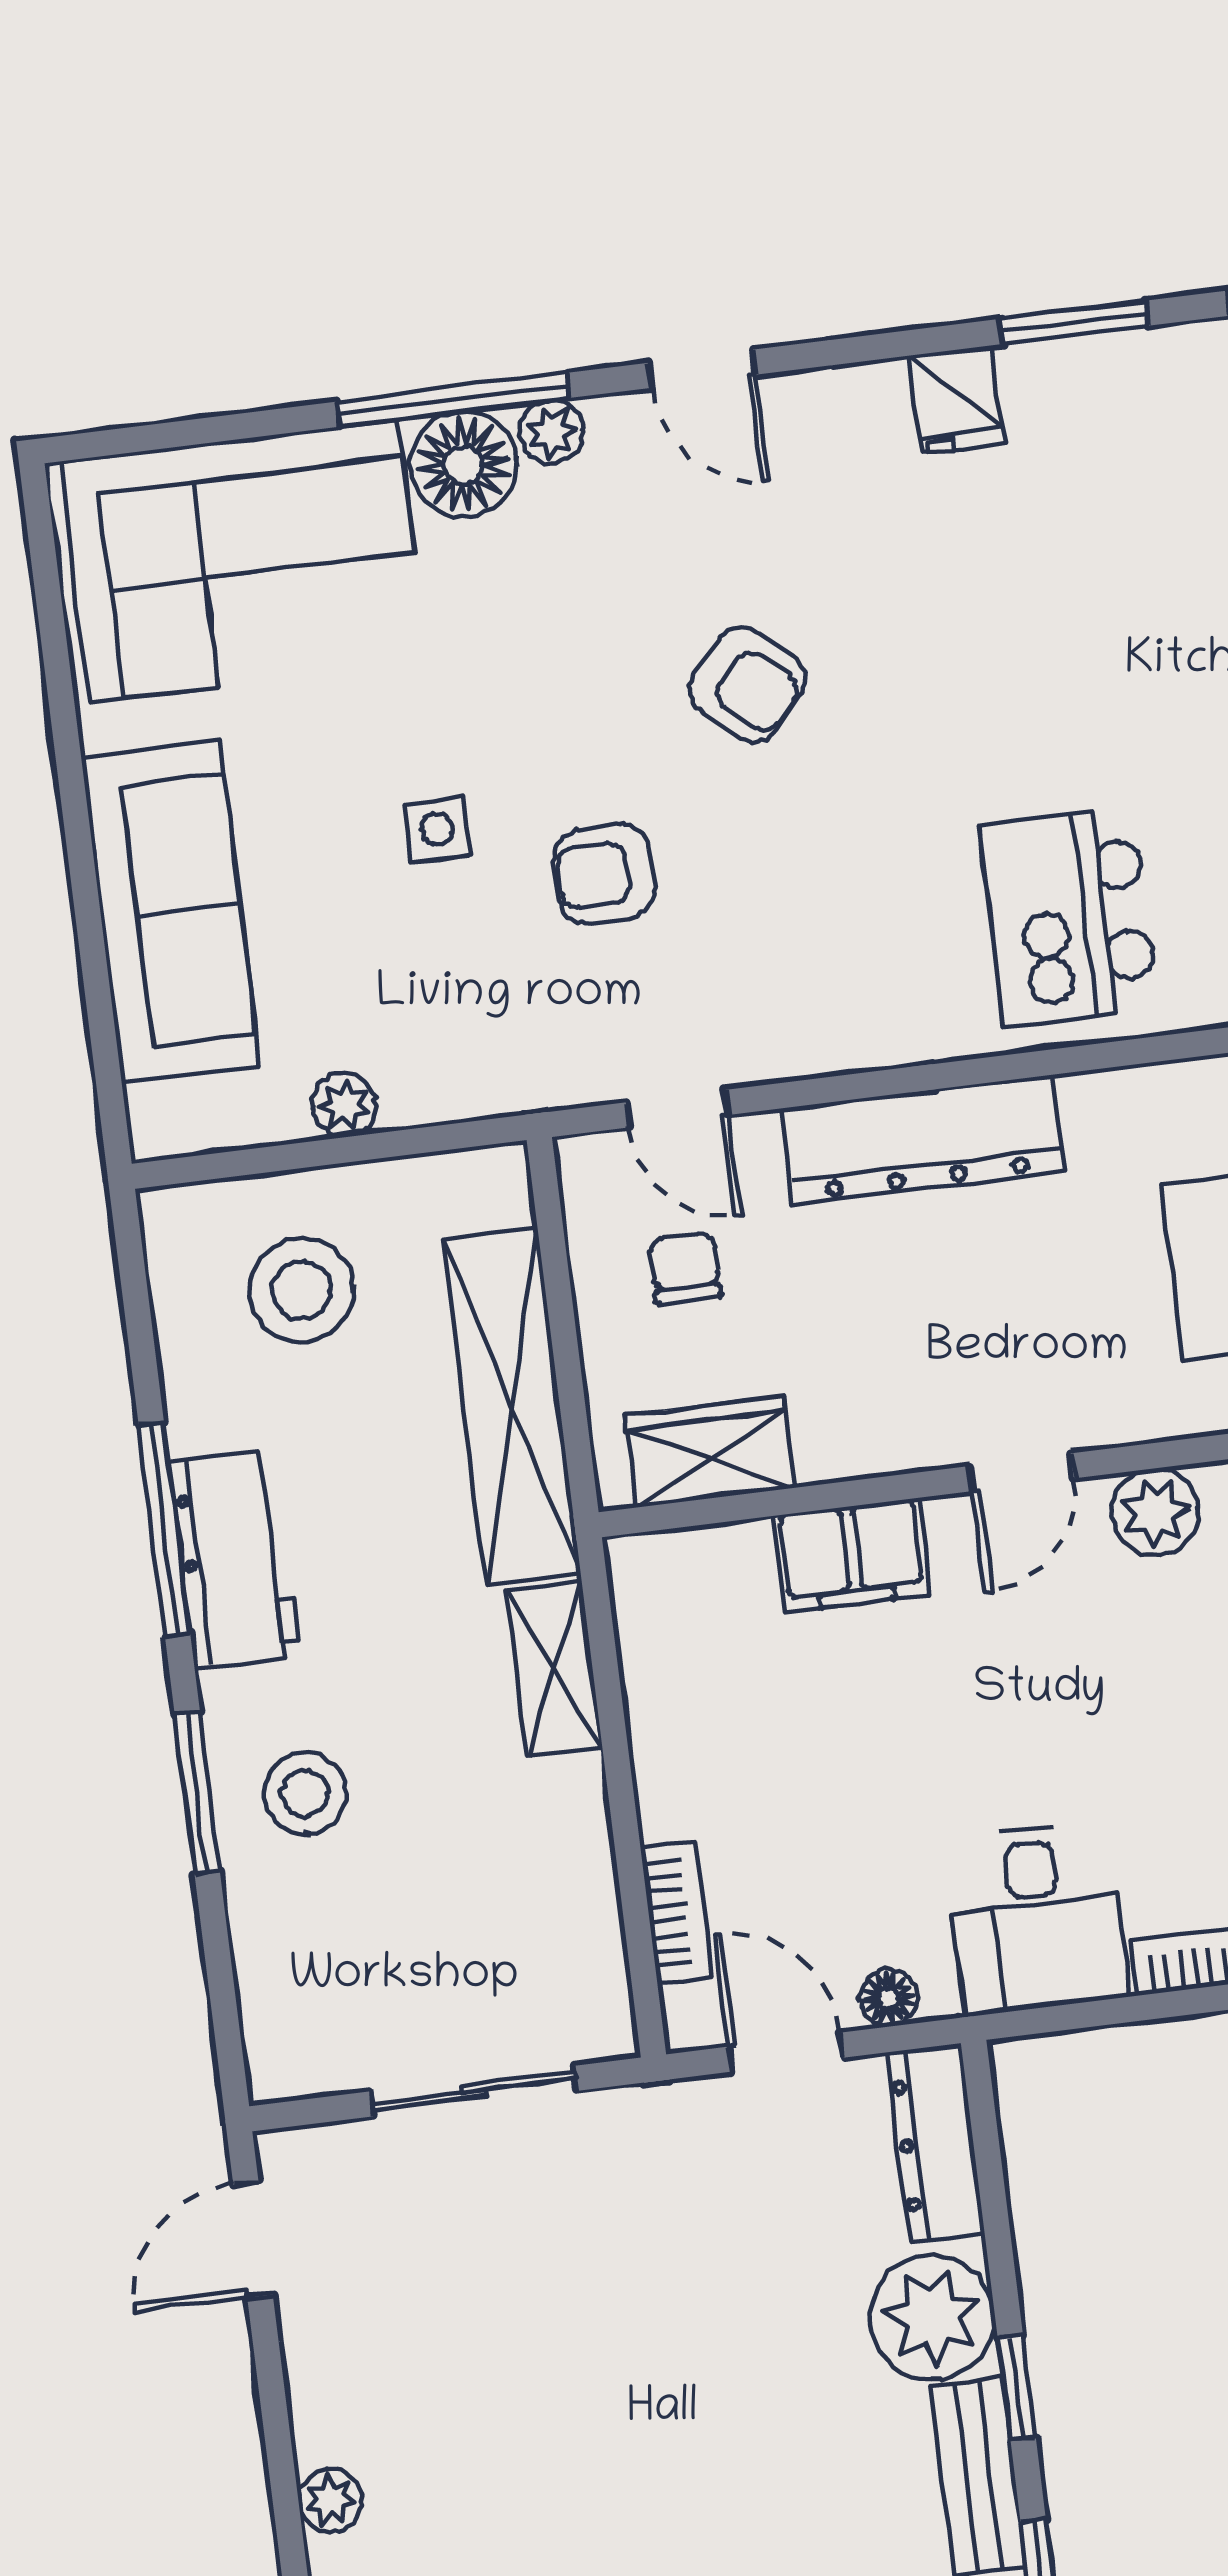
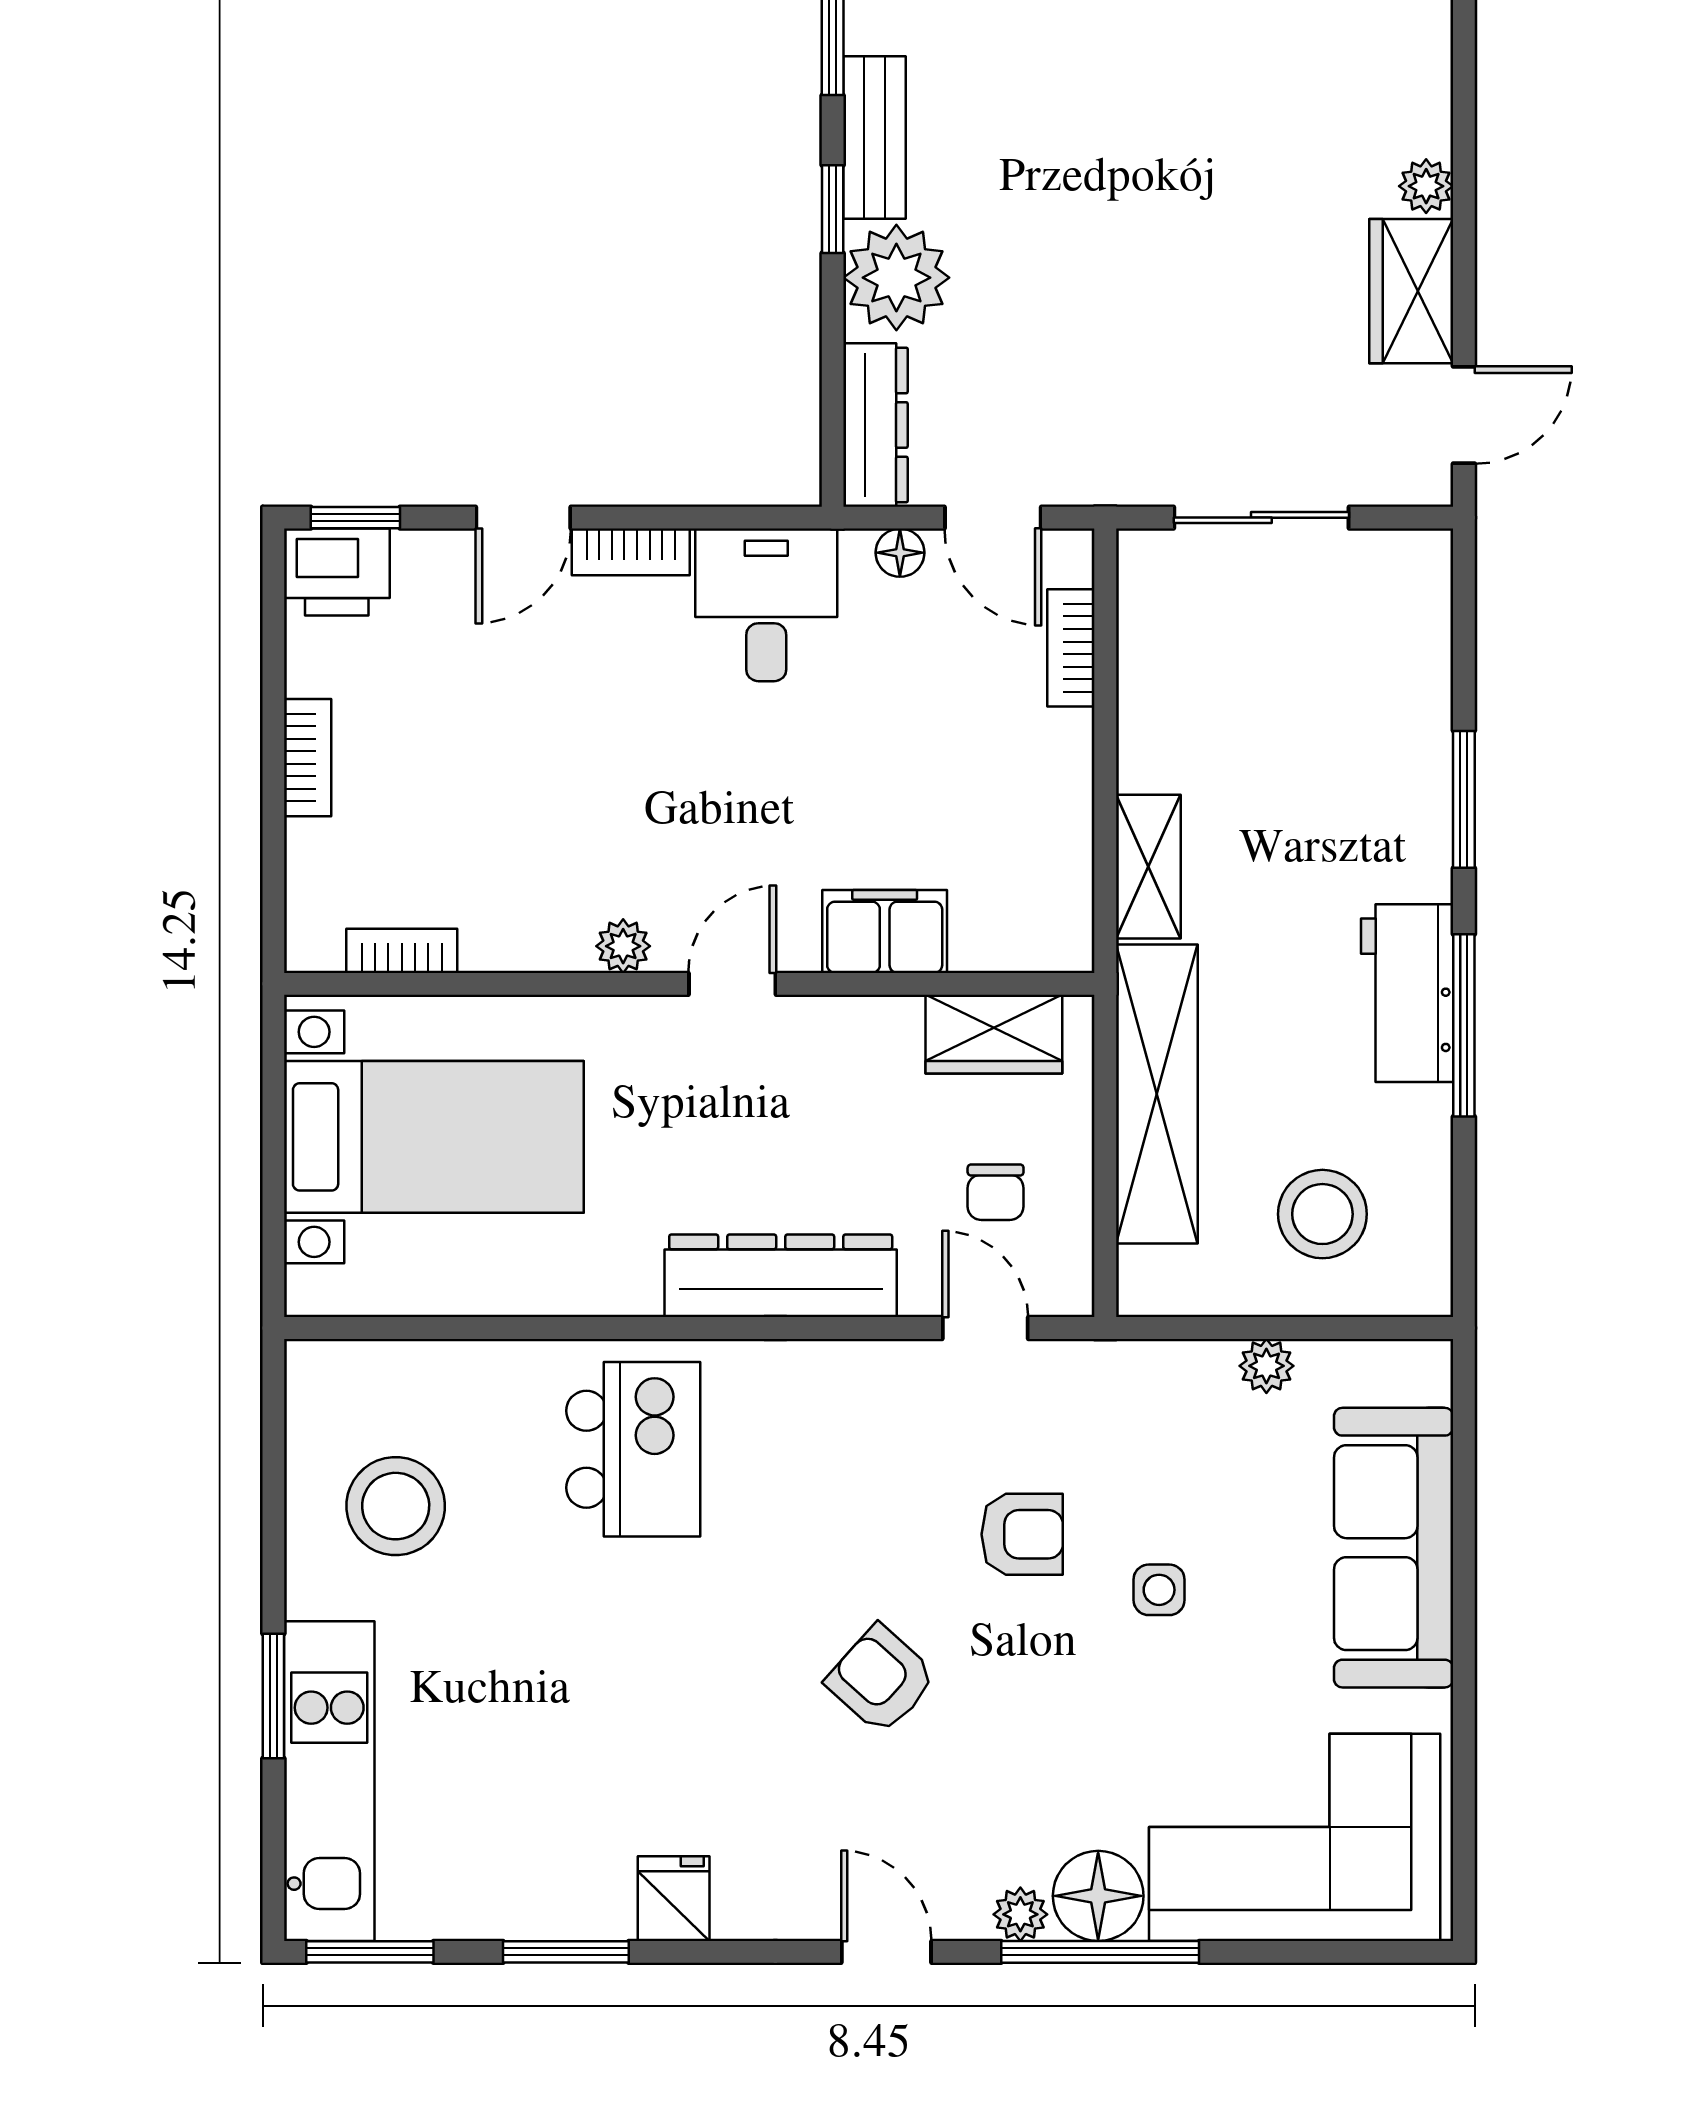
plant: (1155, 1512) -> (623, 946), width x0.73, depth x0.73
stool: (305, 1793) -> (1373, 788), removed
wardrobe: (332, 2376) -> (1411, 291), added

